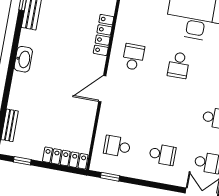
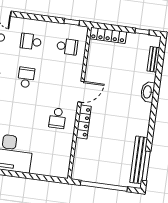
locker: (104, 35) -> (84, 122), moved
washbasin: (23, 59) -> (148, 92), moved
school desk: (179, 65) -> (26, 77), moved

